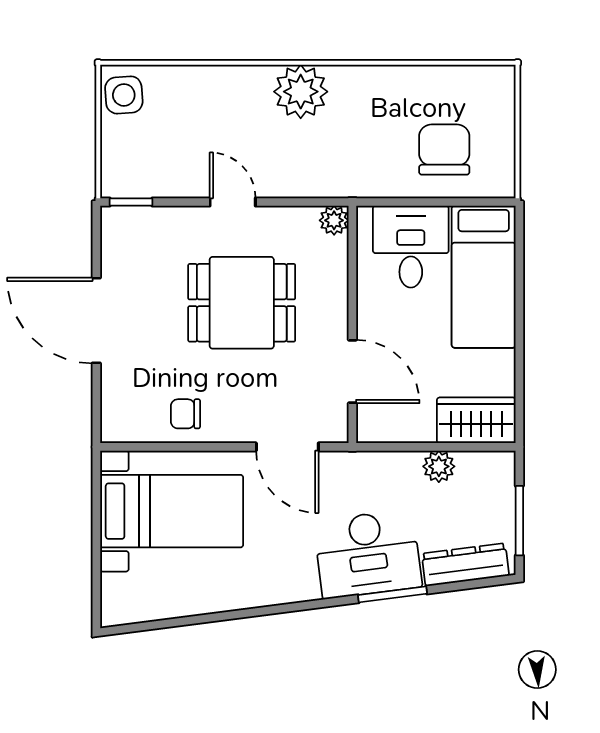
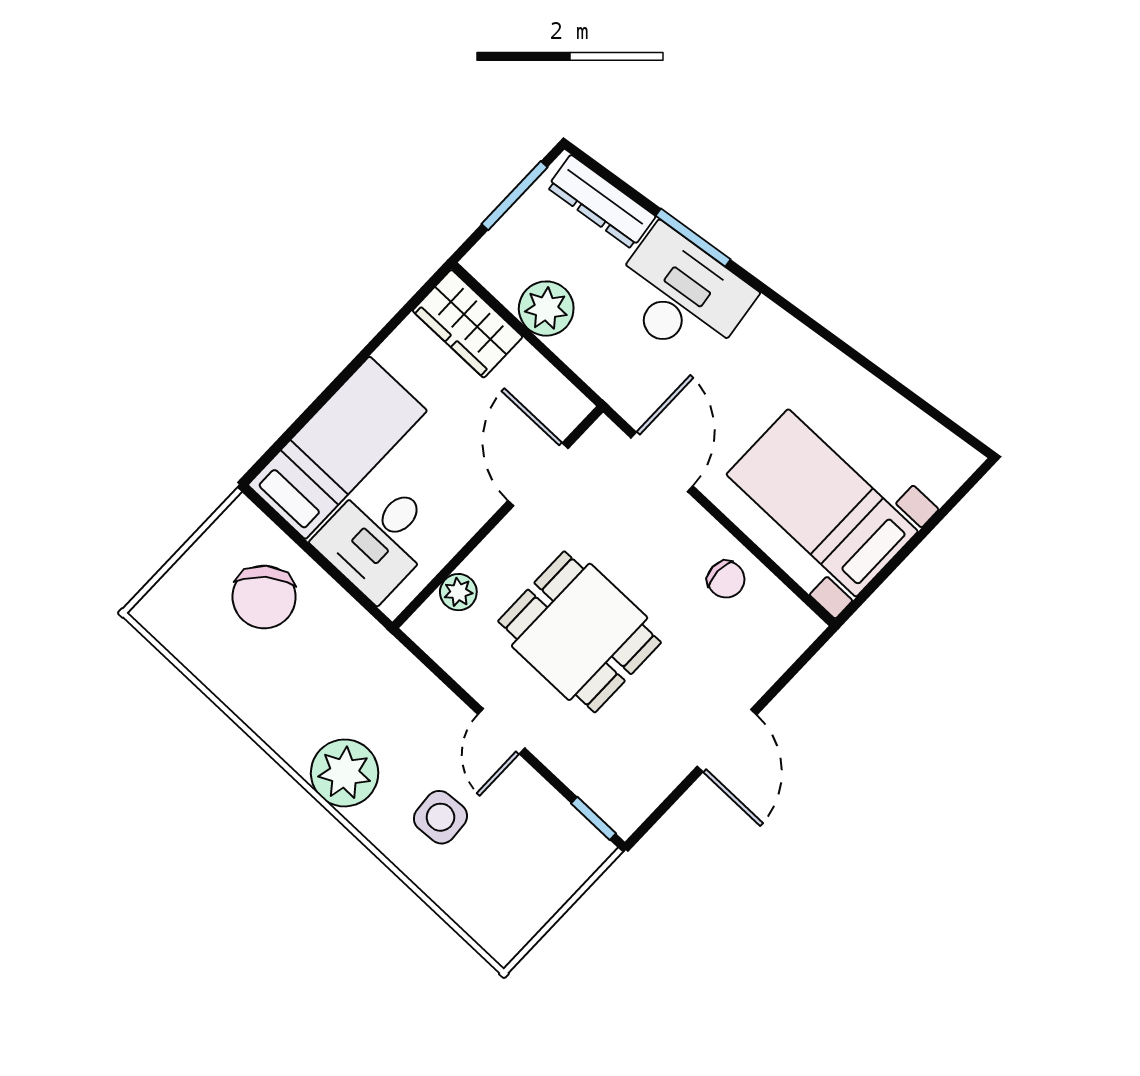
side table: (124, 95) -> (440, 817), moved
chair: (444, 150) -> (264, 597), turned -39
plant: (334, 220) -> (458, 592), moved
door: (96, 321) -> (727, 741), width x0.73
plant: (439, 466) -> (546, 309), width x1.38, depth x1.38

